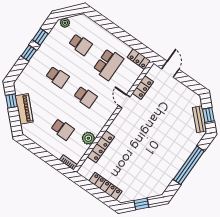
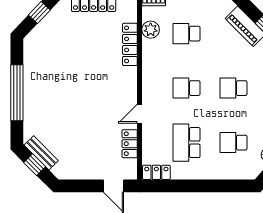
door: (124, 101) -> (140, 114), swing flipped
plant: (88, 138) -> (151, 30), moved

